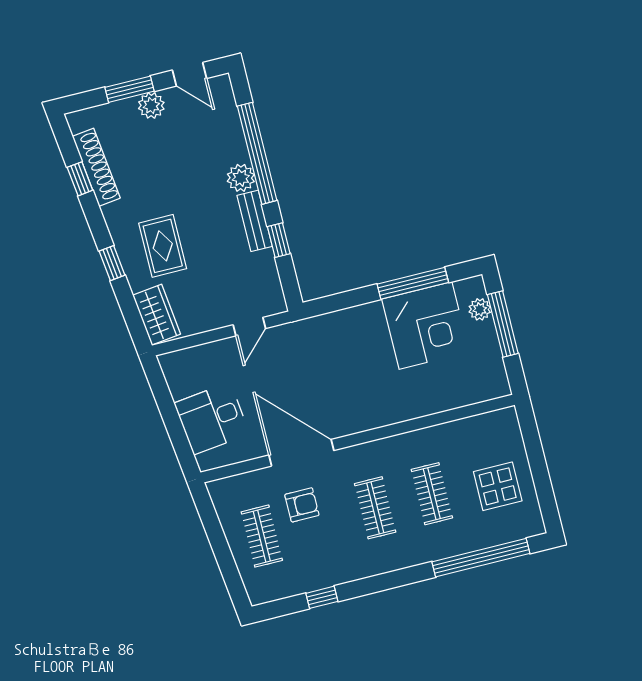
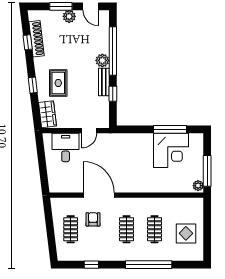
plant: (480, 309) -> (198, 186), moved
window: (503, 324) -> (207, 171), moved
desk: (212, 418) -> (66, 147), moved, turned 97
armchair: (302, 505) -> (93, 219), turned -90
window: (481, 558) -> (149, 265), moved

